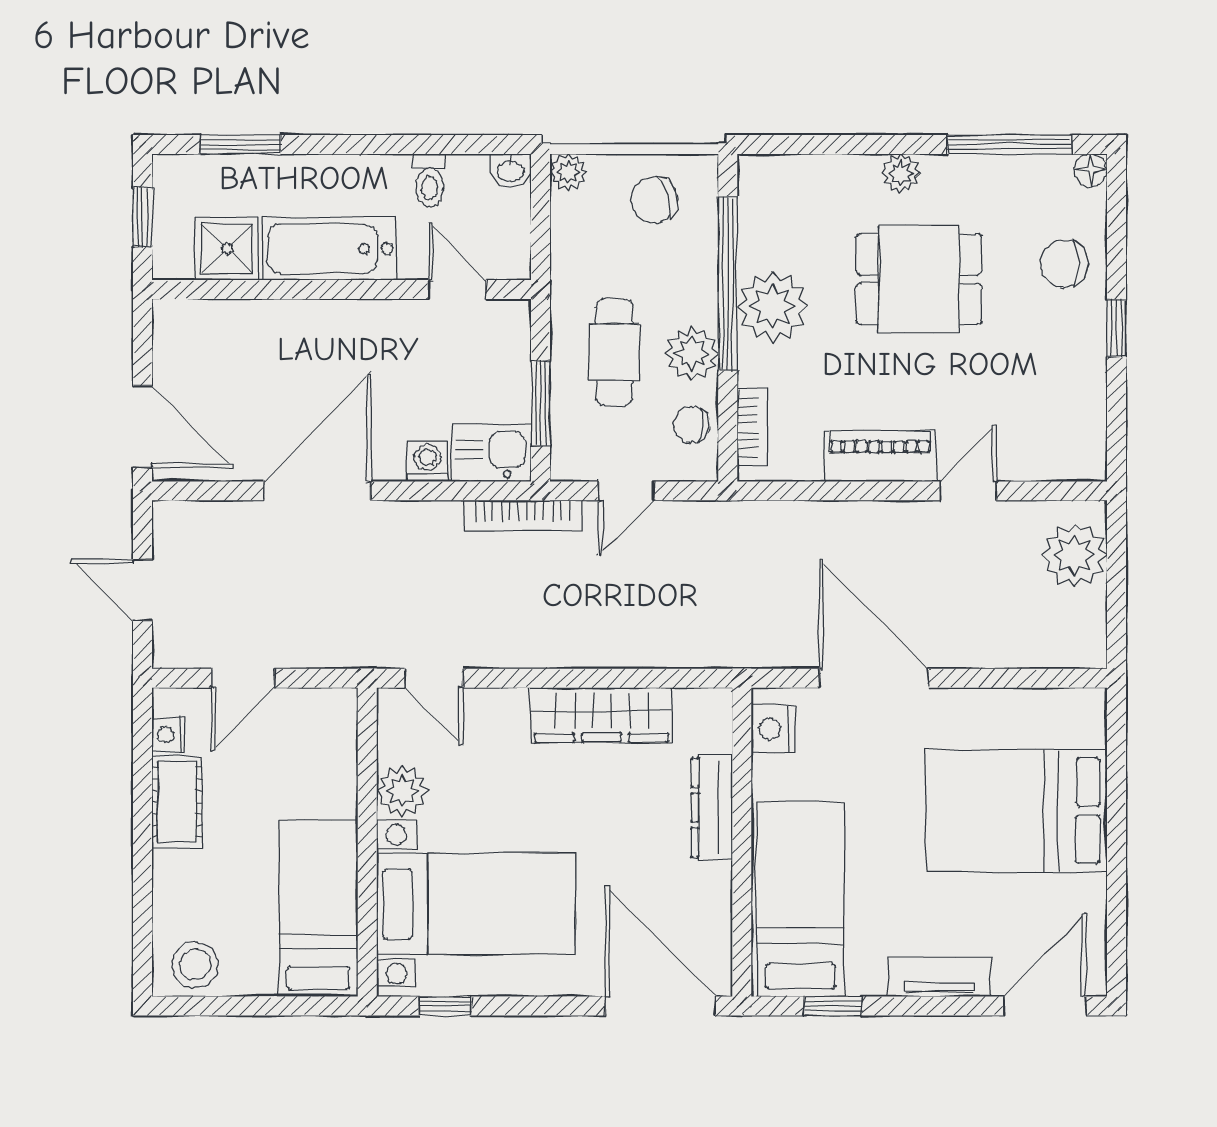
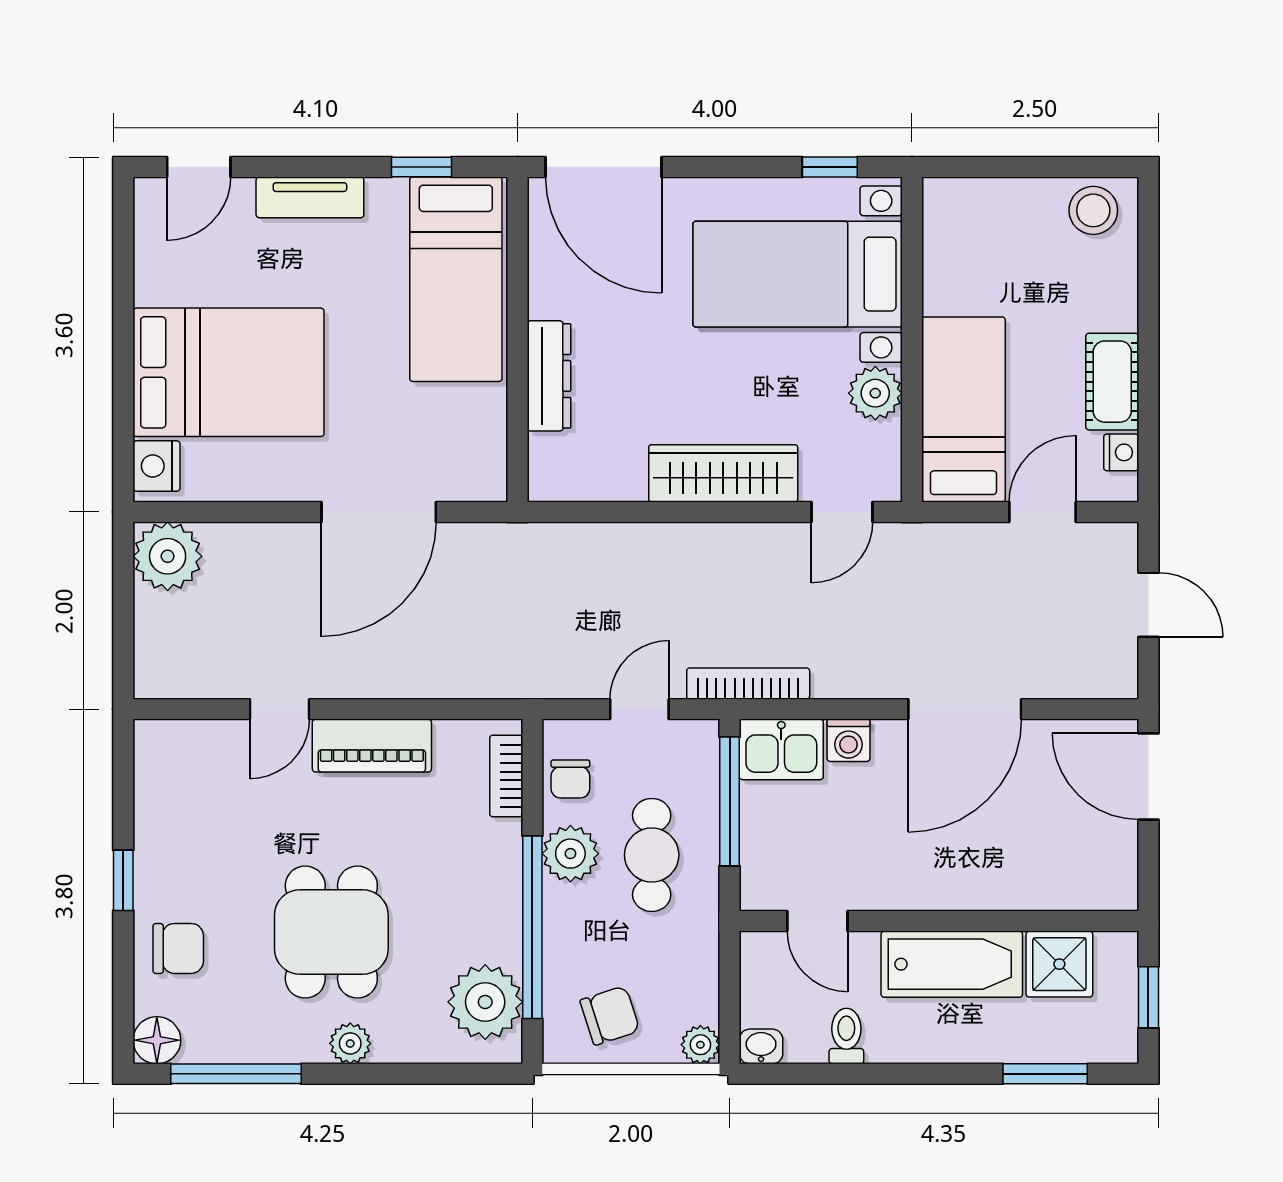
floor lamp: (1091, 170) -> (157, 1040), width x1.37, depth x1.37
dining table: (919, 279) -> (331, 932), turned 90
plant: (773, 307) -> (485, 1002), moved
window: (540, 403) -> (730, 801), width x1.44
chair: (692, 425) -> (570, 779), turned 84
plant: (1074, 555) -> (168, 556), moved
door: (434, 678) -> (842, 512), swing flipped
door: (874, 678) -> (379, 512), hinge flipped
wardrobe: (602, 715) -> (723, 473), moved
nightstand: (773, 729) -> (156, 466), moved, turned 180
bed: (318, 909) -> (963, 410), moved, turned 180
door: (1045, 1006) -> (199, 167), width x0.73

